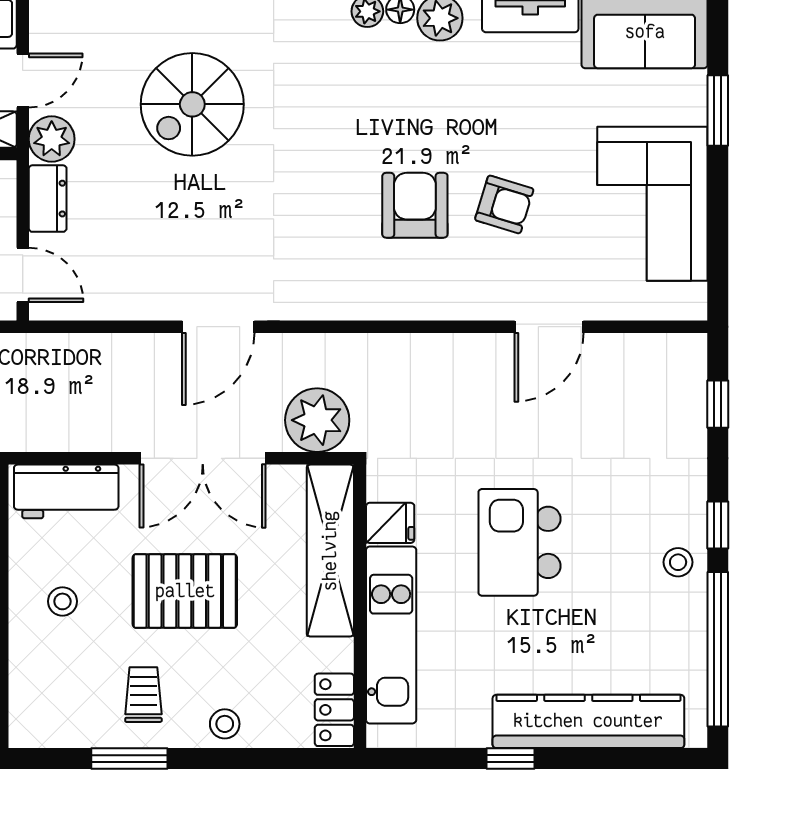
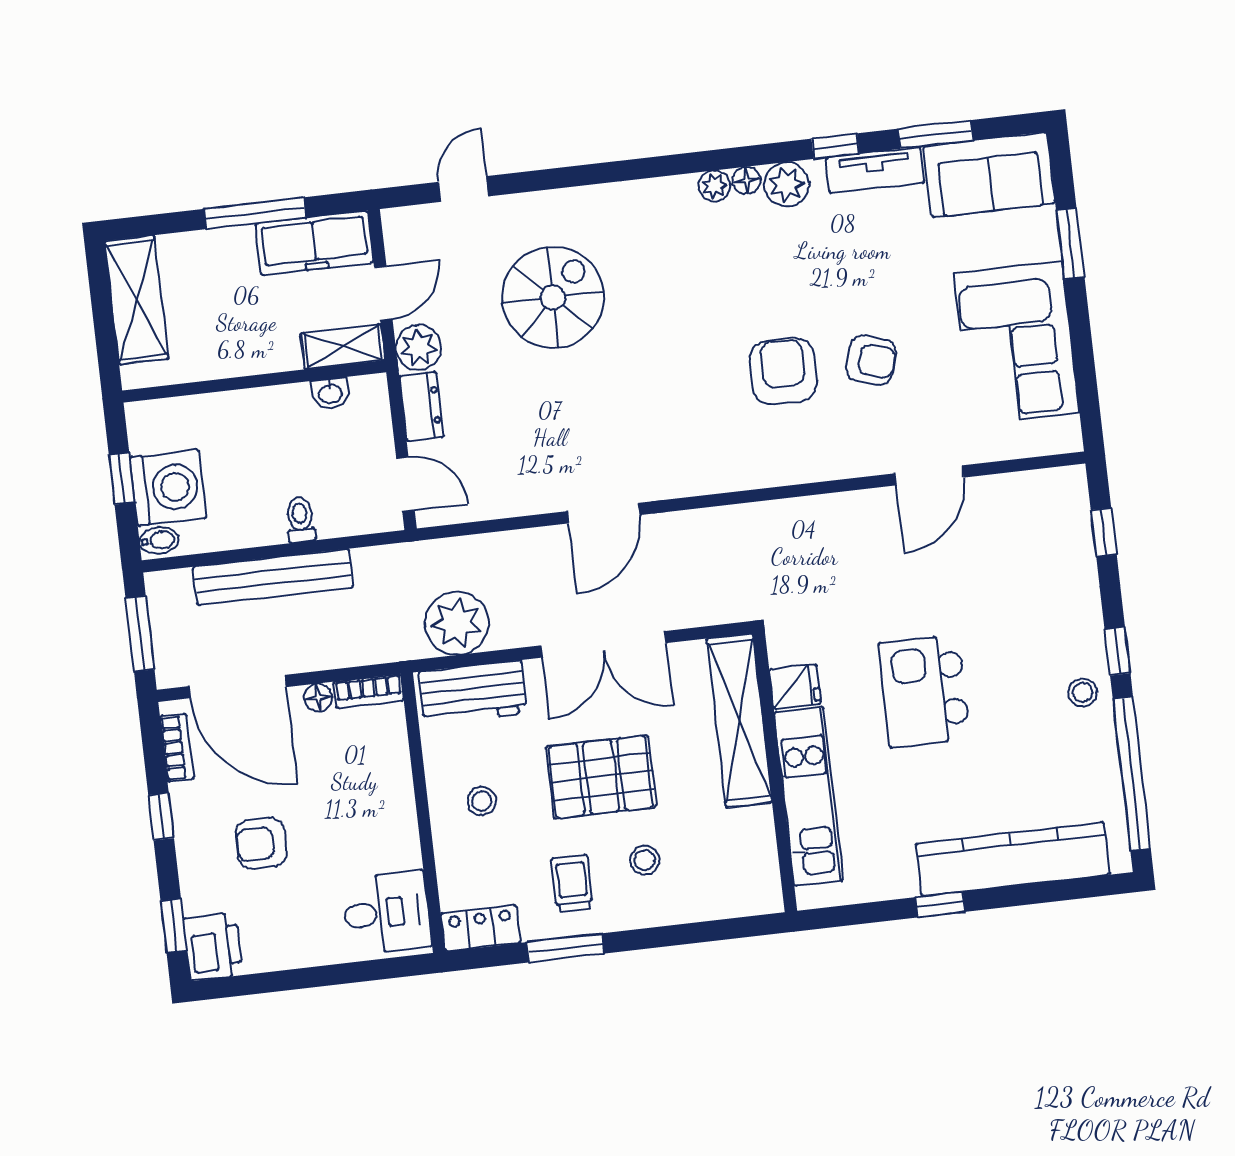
spiral stairs: (192, 104) -> (553, 297), turned 180
plant: (317, 420) -> (457, 623), moved
locker: (334, 710) -> (481, 928), moved, turned 90
stool: (225, 724) -> (645, 860), moved

